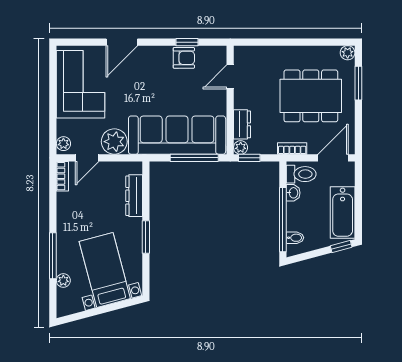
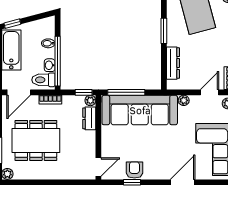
armchair: (184, 58) -> (134, 170), turned 90
door: (230, 77) -> (98, 167), moved
plant: (114, 142) -> (184, 100), width x0.53, depth x0.53
window: (283, 220) -> (58, 61), moved
bidet: (295, 238) -> (48, 43), moved

